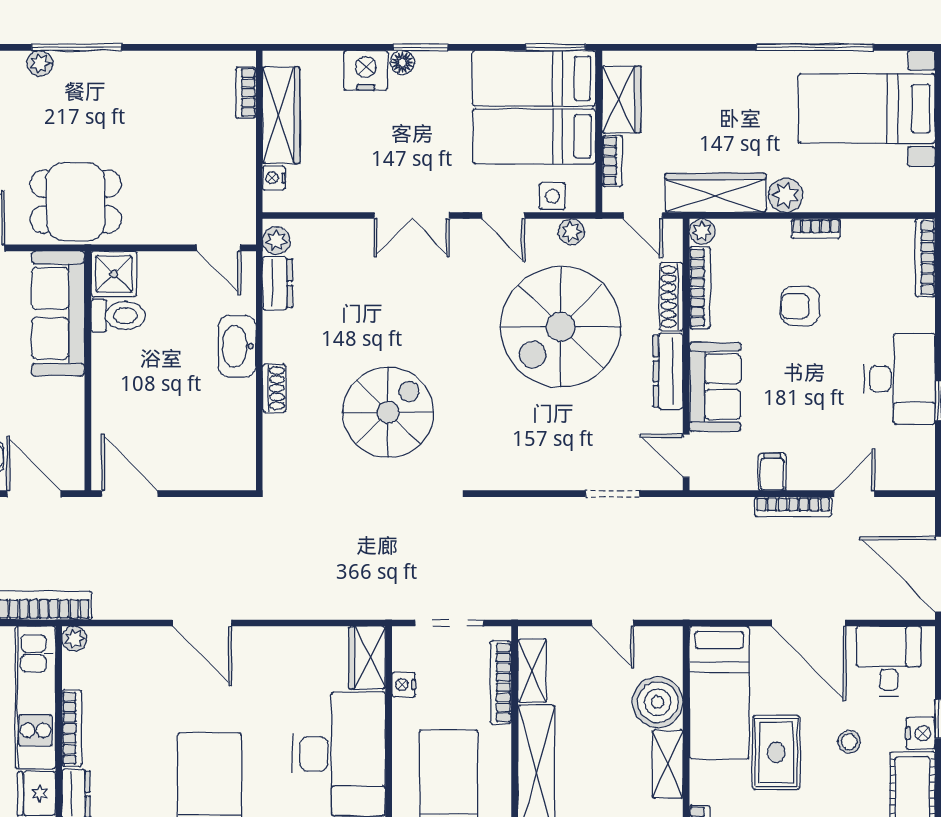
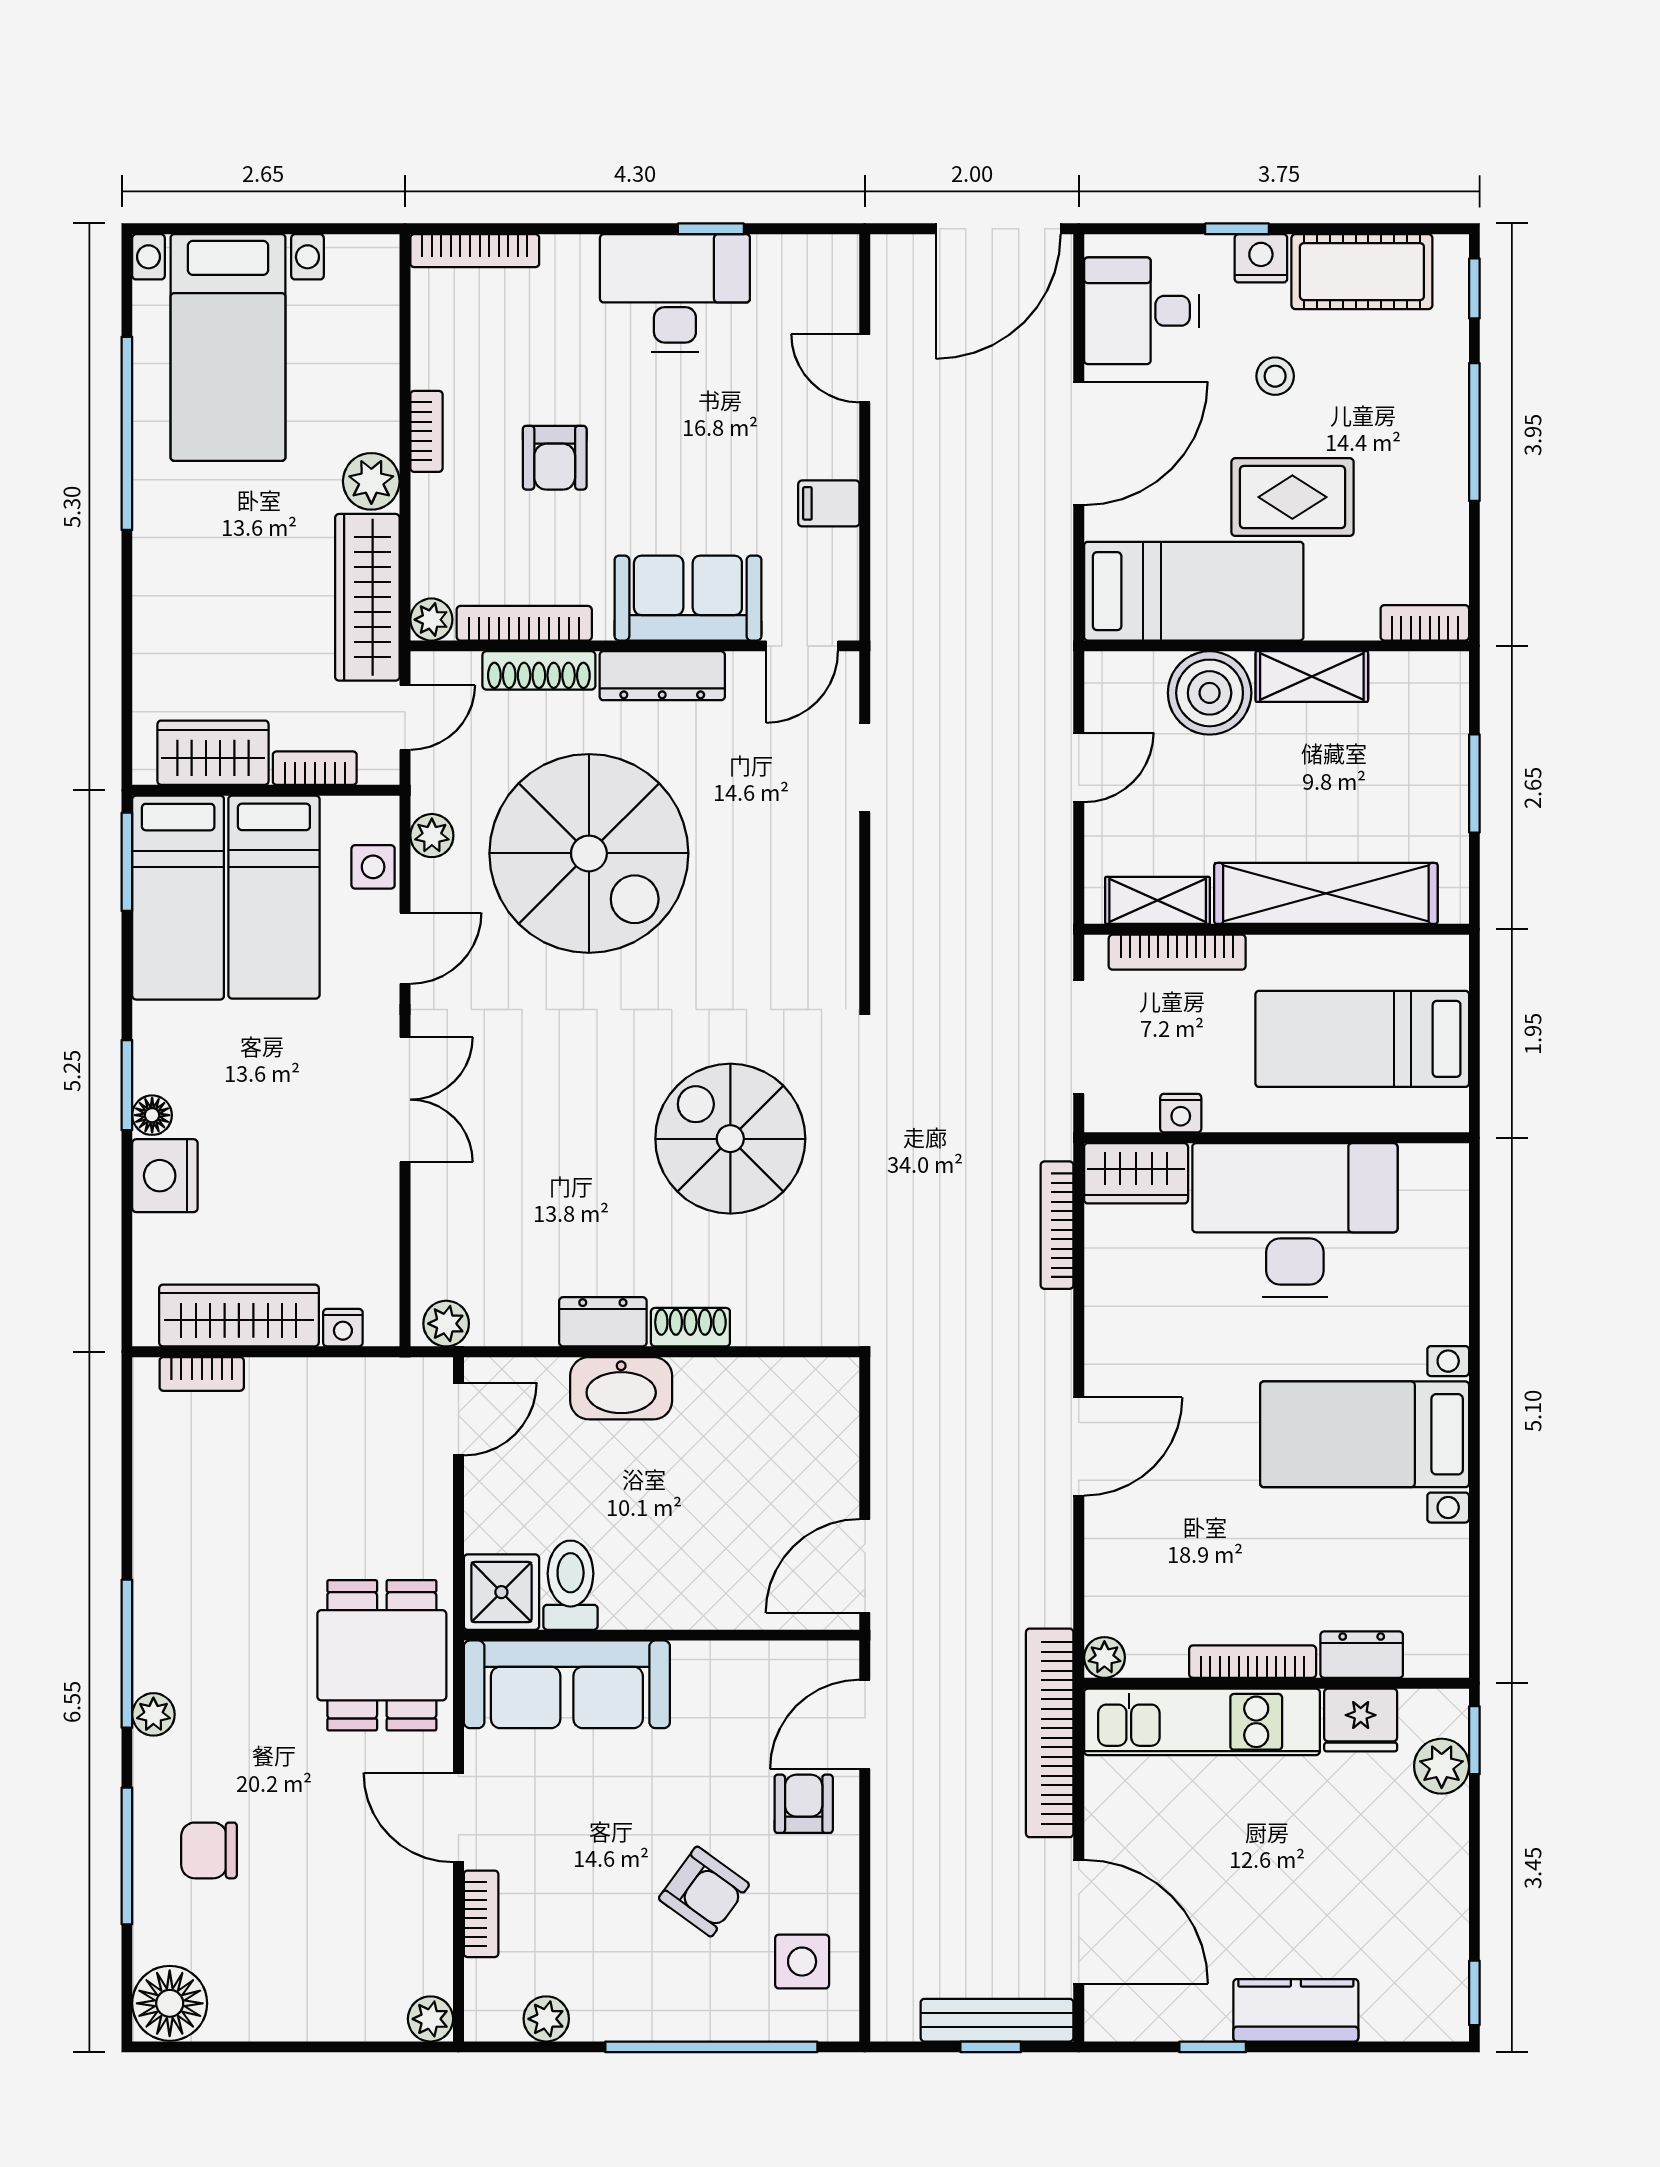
dresser: (277, 283) -> (603, 1322), moved
bookcase: (793, 507) -> (1057, 1225), moved, turned 180

